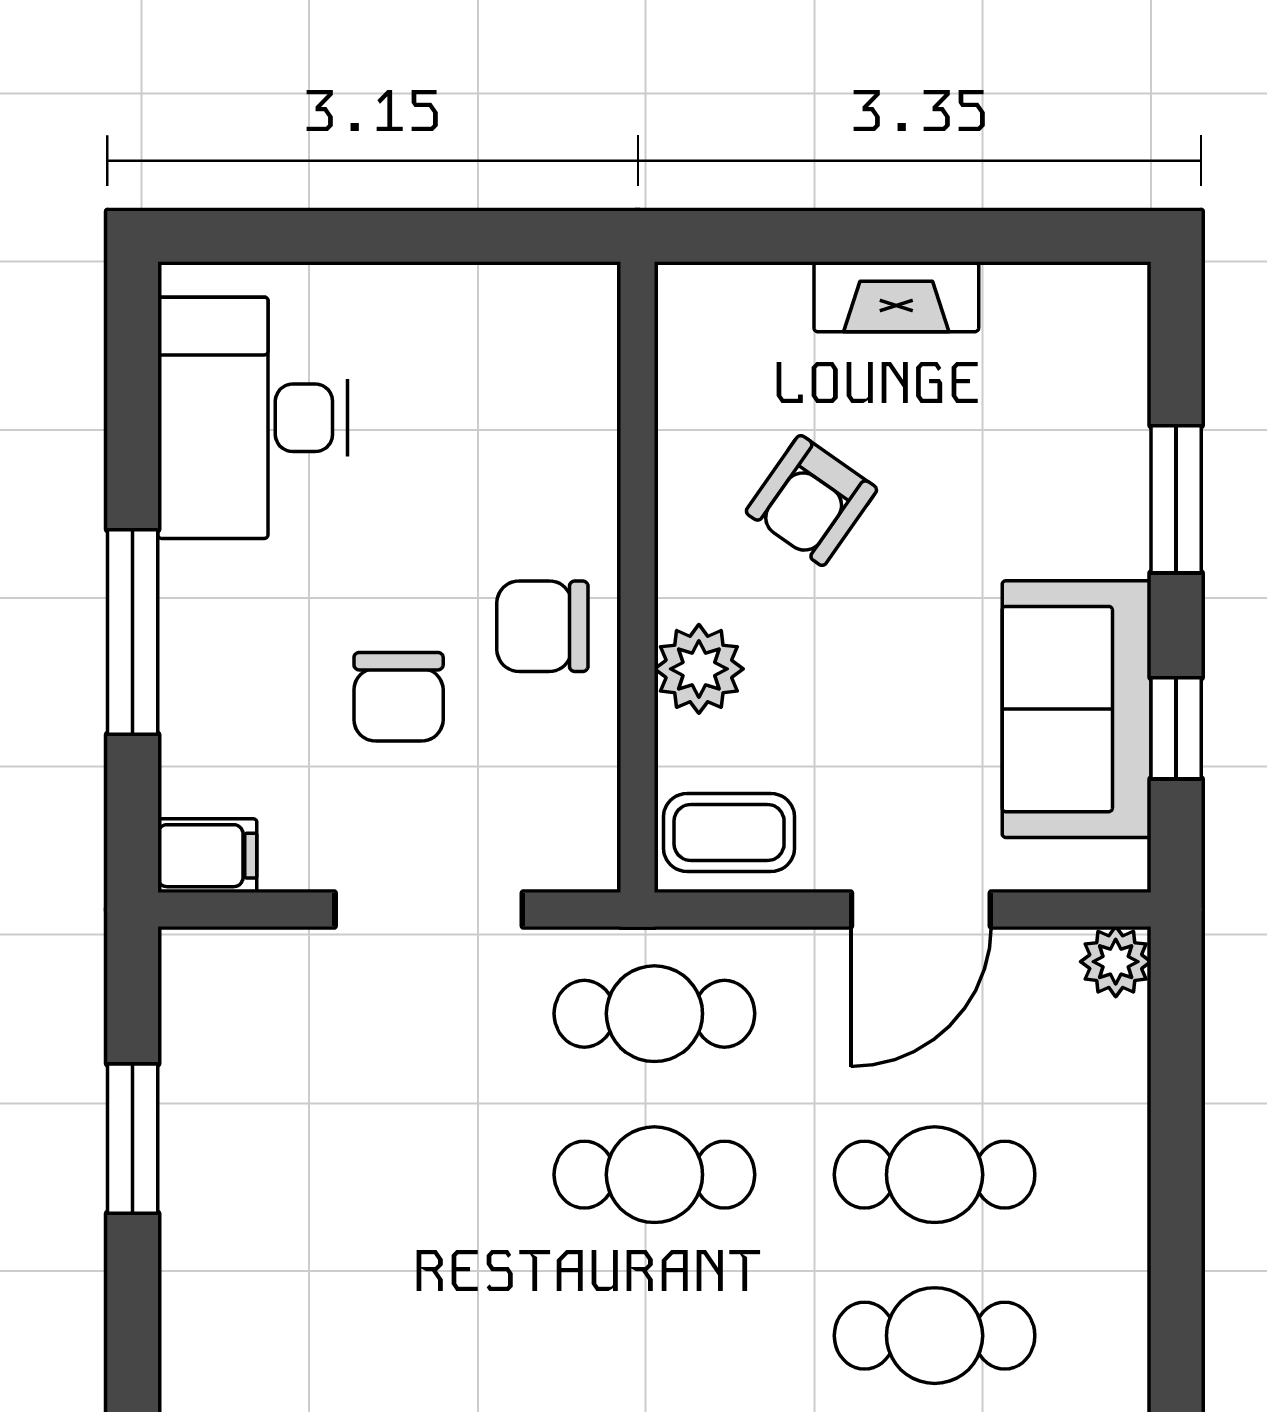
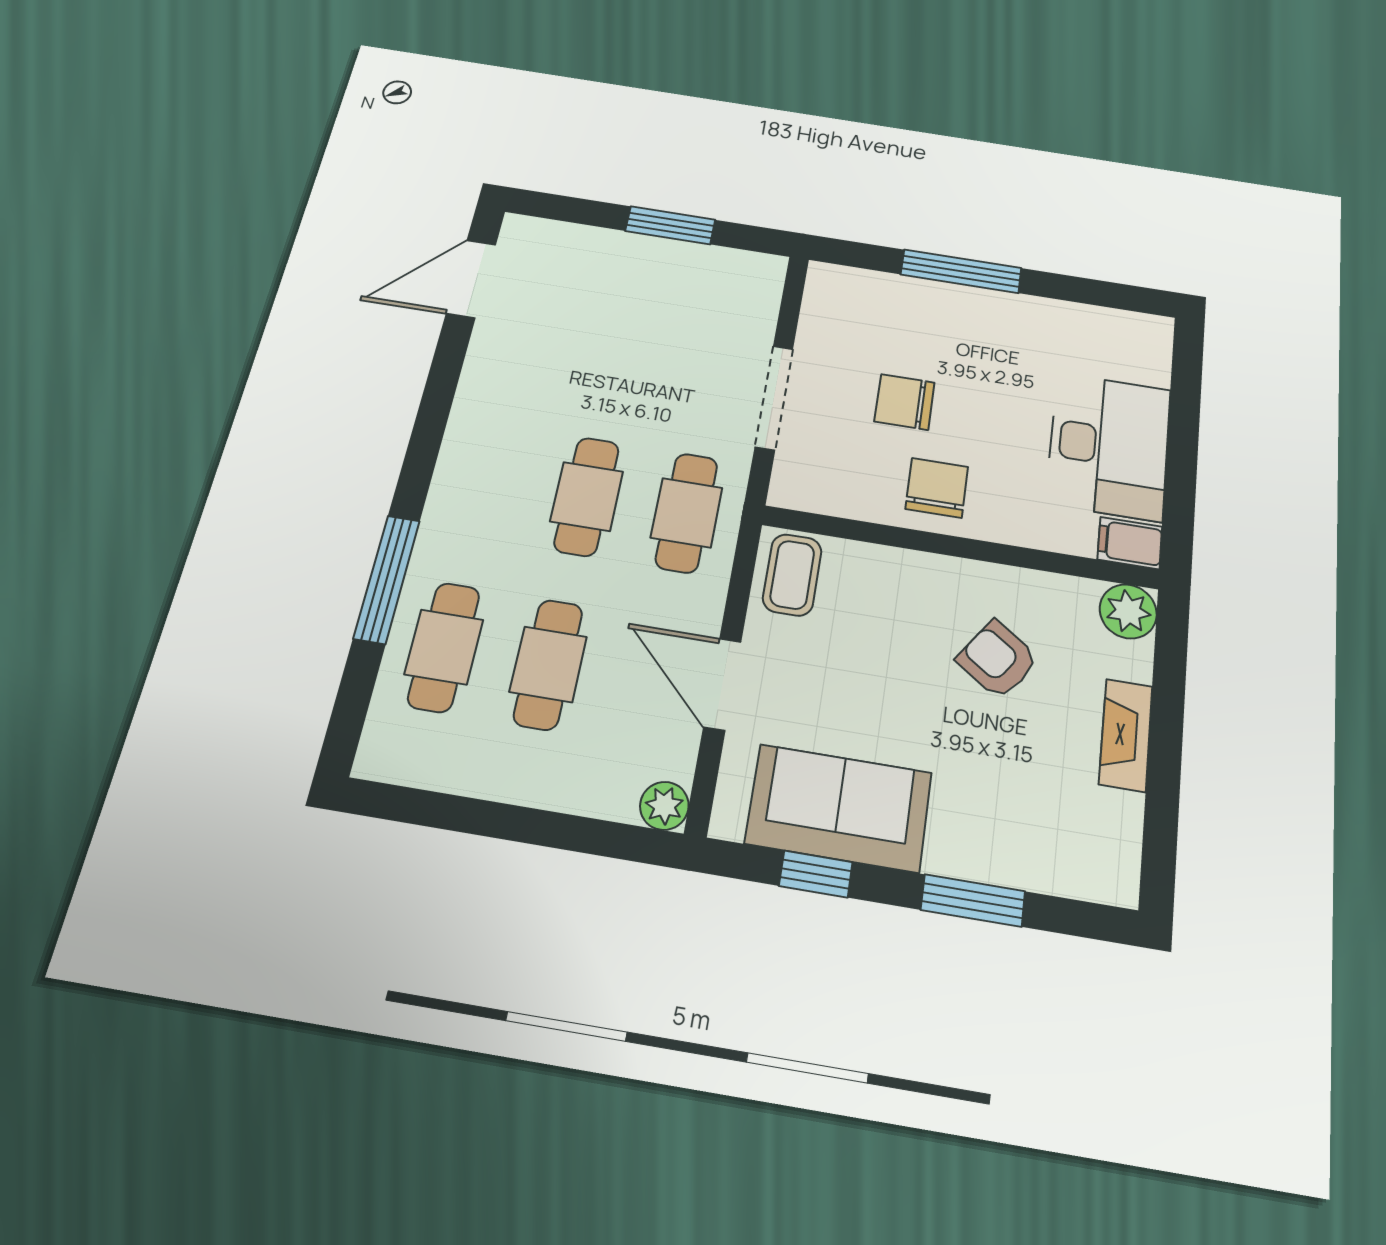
desk: (253, 418) -> (1109, 446), moved, turned 90
plant: (699, 669) -> (1128, 611), moved
filing cabinet: (207, 856) -> (1130, 543), moved, turned 90

